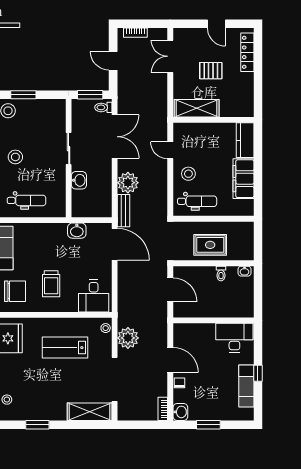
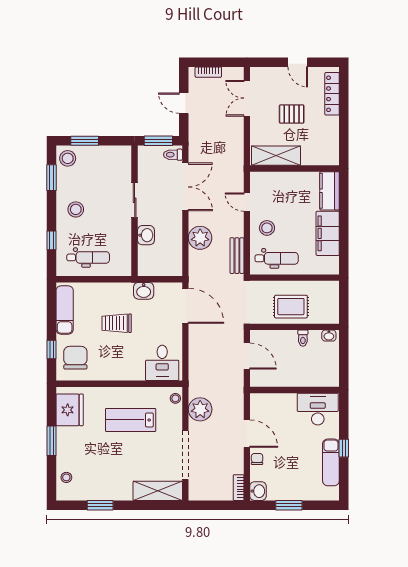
bench: (124, 211) -> (237, 256), moved
trolley: (51, 284) -> (117, 323), moved, turned 90
chair: (15, 291) -> (75, 358), turned -90

